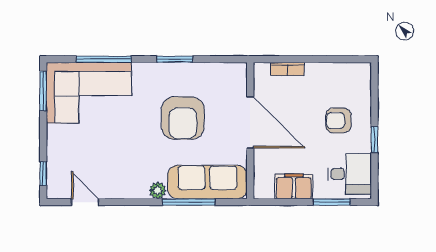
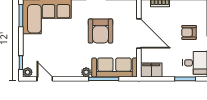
filing cabinet: (294, 186) -> (151, 70), moved
plant: (55, 190) -> (28, 72), added

